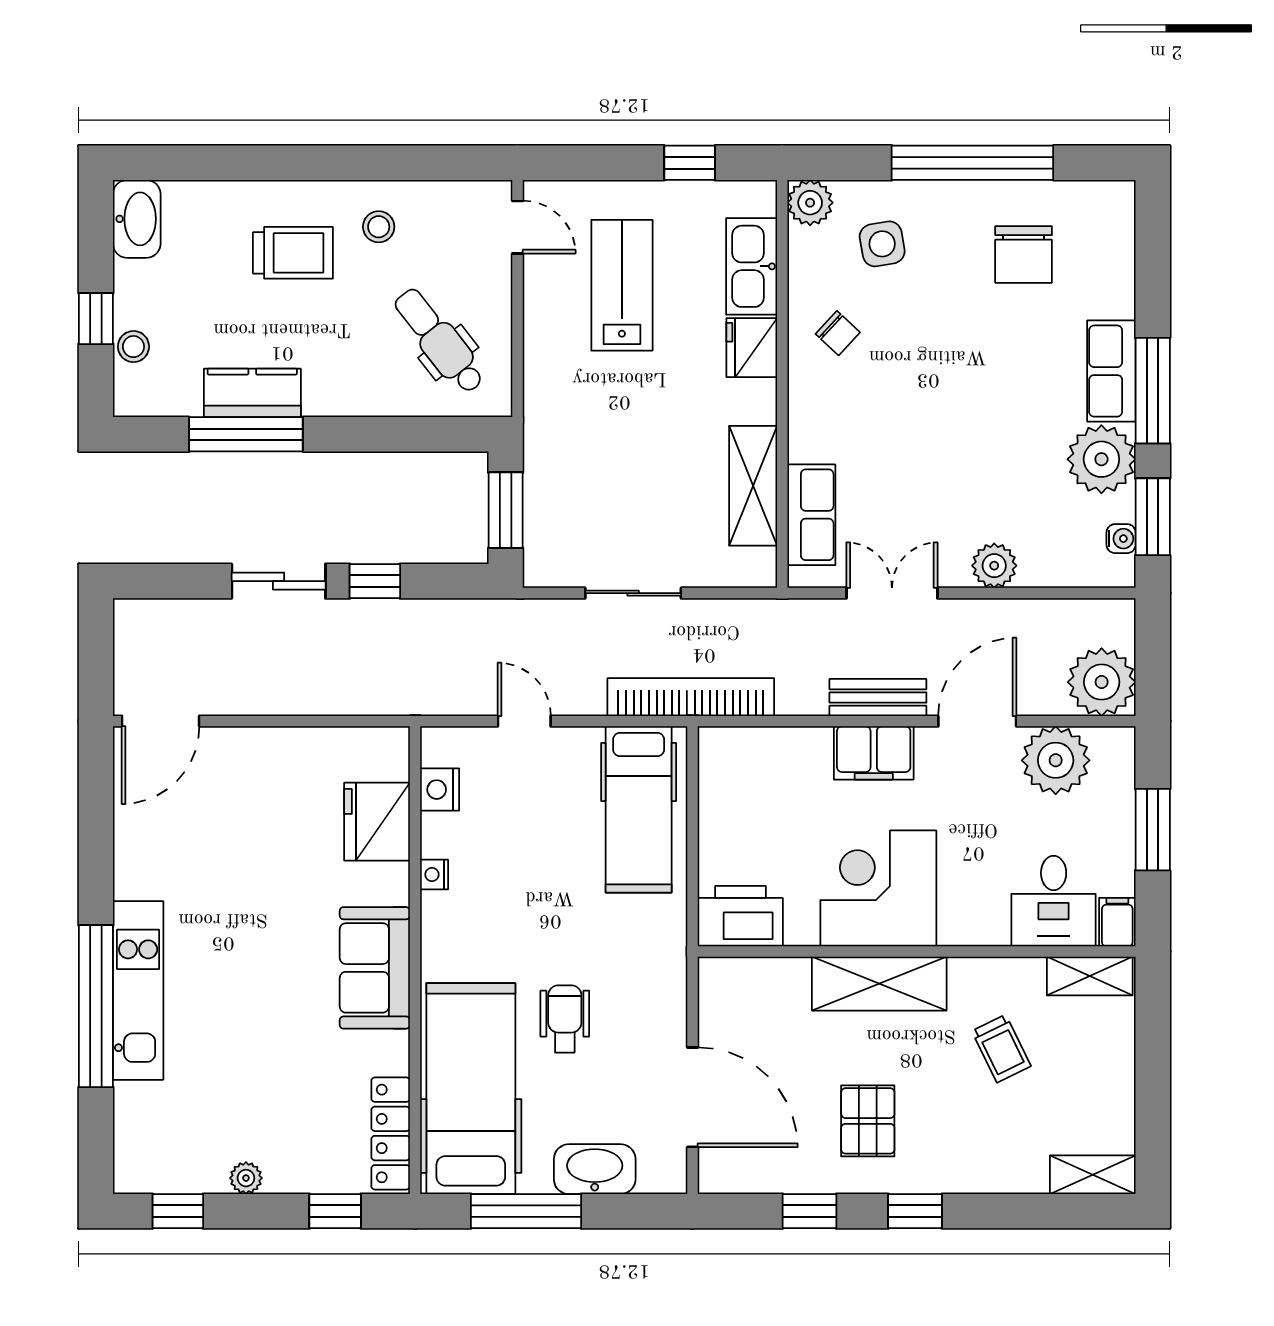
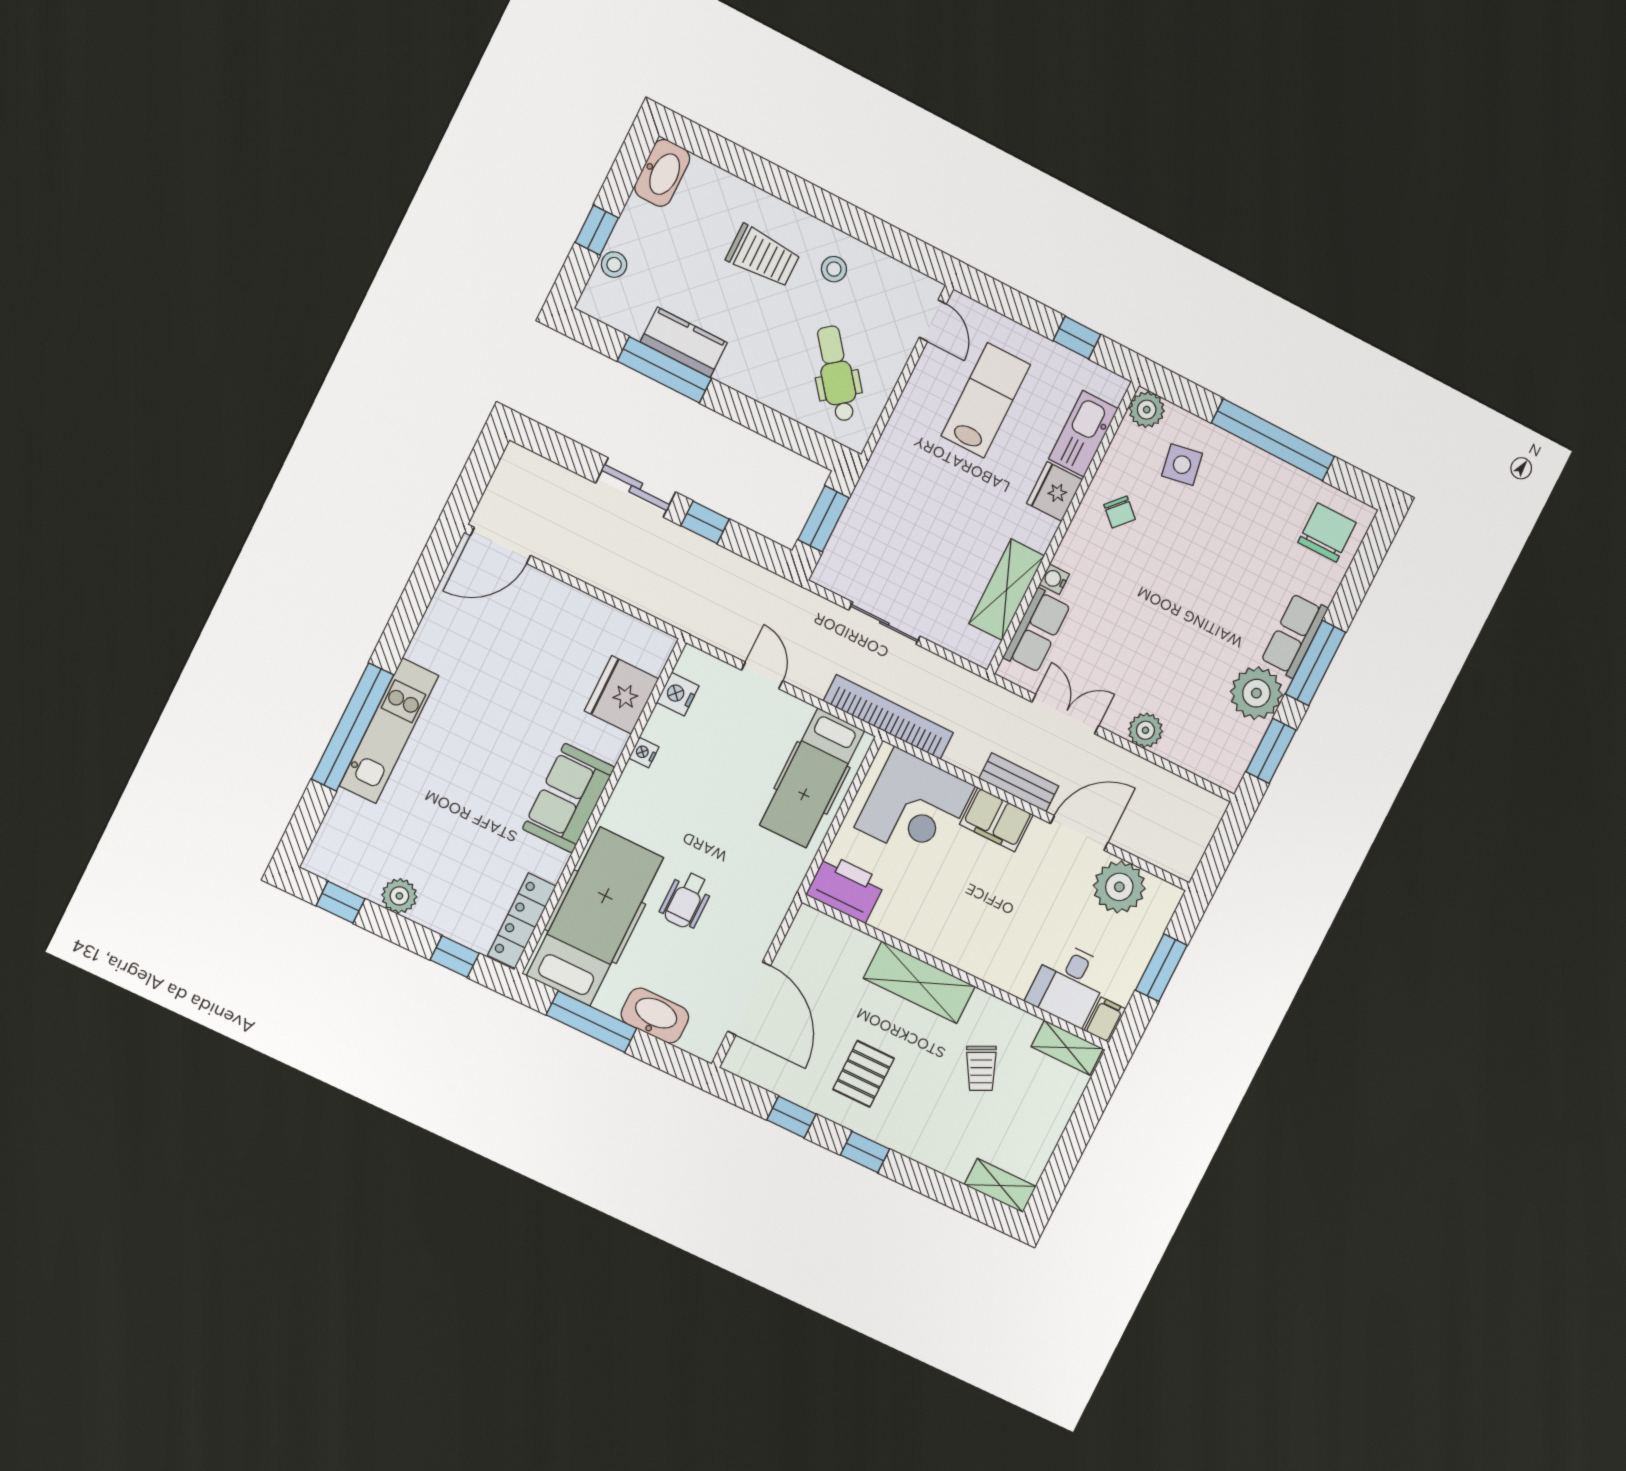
chair: (1024, 254) -> (1327, 533), moved, turned 180
water cooler: (1121, 539) -> (1054, 579), moved, turned 180
plant: (1102, 682) -> (1178, 848), removed
corner desk: (878, 888) -> (915, 807), moved, turned 180
wheelchair: (565, 1019) -> (686, 900), turned 180
plant: (246, 1178) -> (399, 896), width x1.38, depth x1.38

